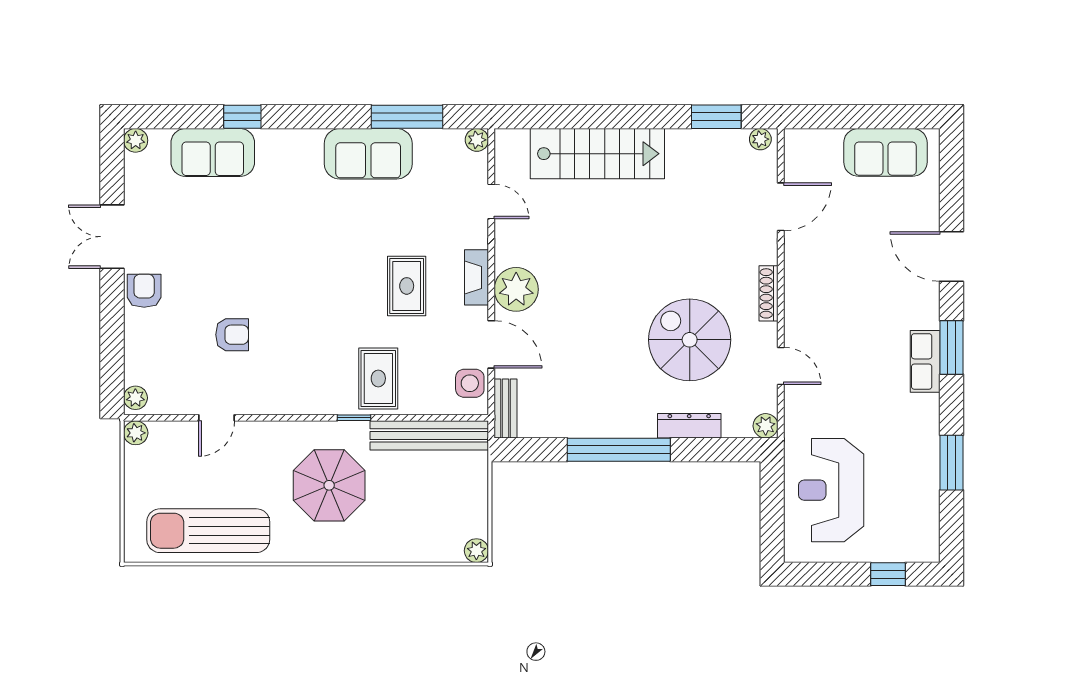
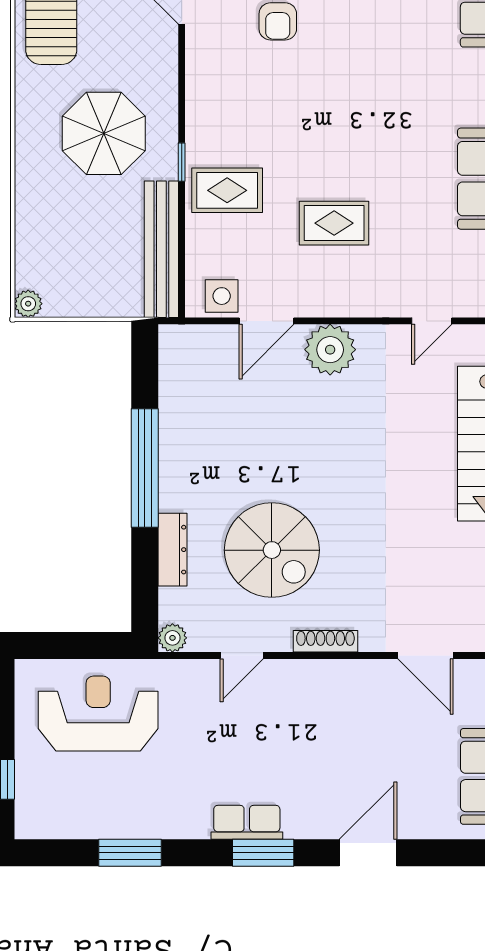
fireplace: (477, 277) -> (344, 304), removed
spiral stairs: (690, 340) -> (272, 550), turned 90
bench: (506, 408) -> (193, 337), removed

